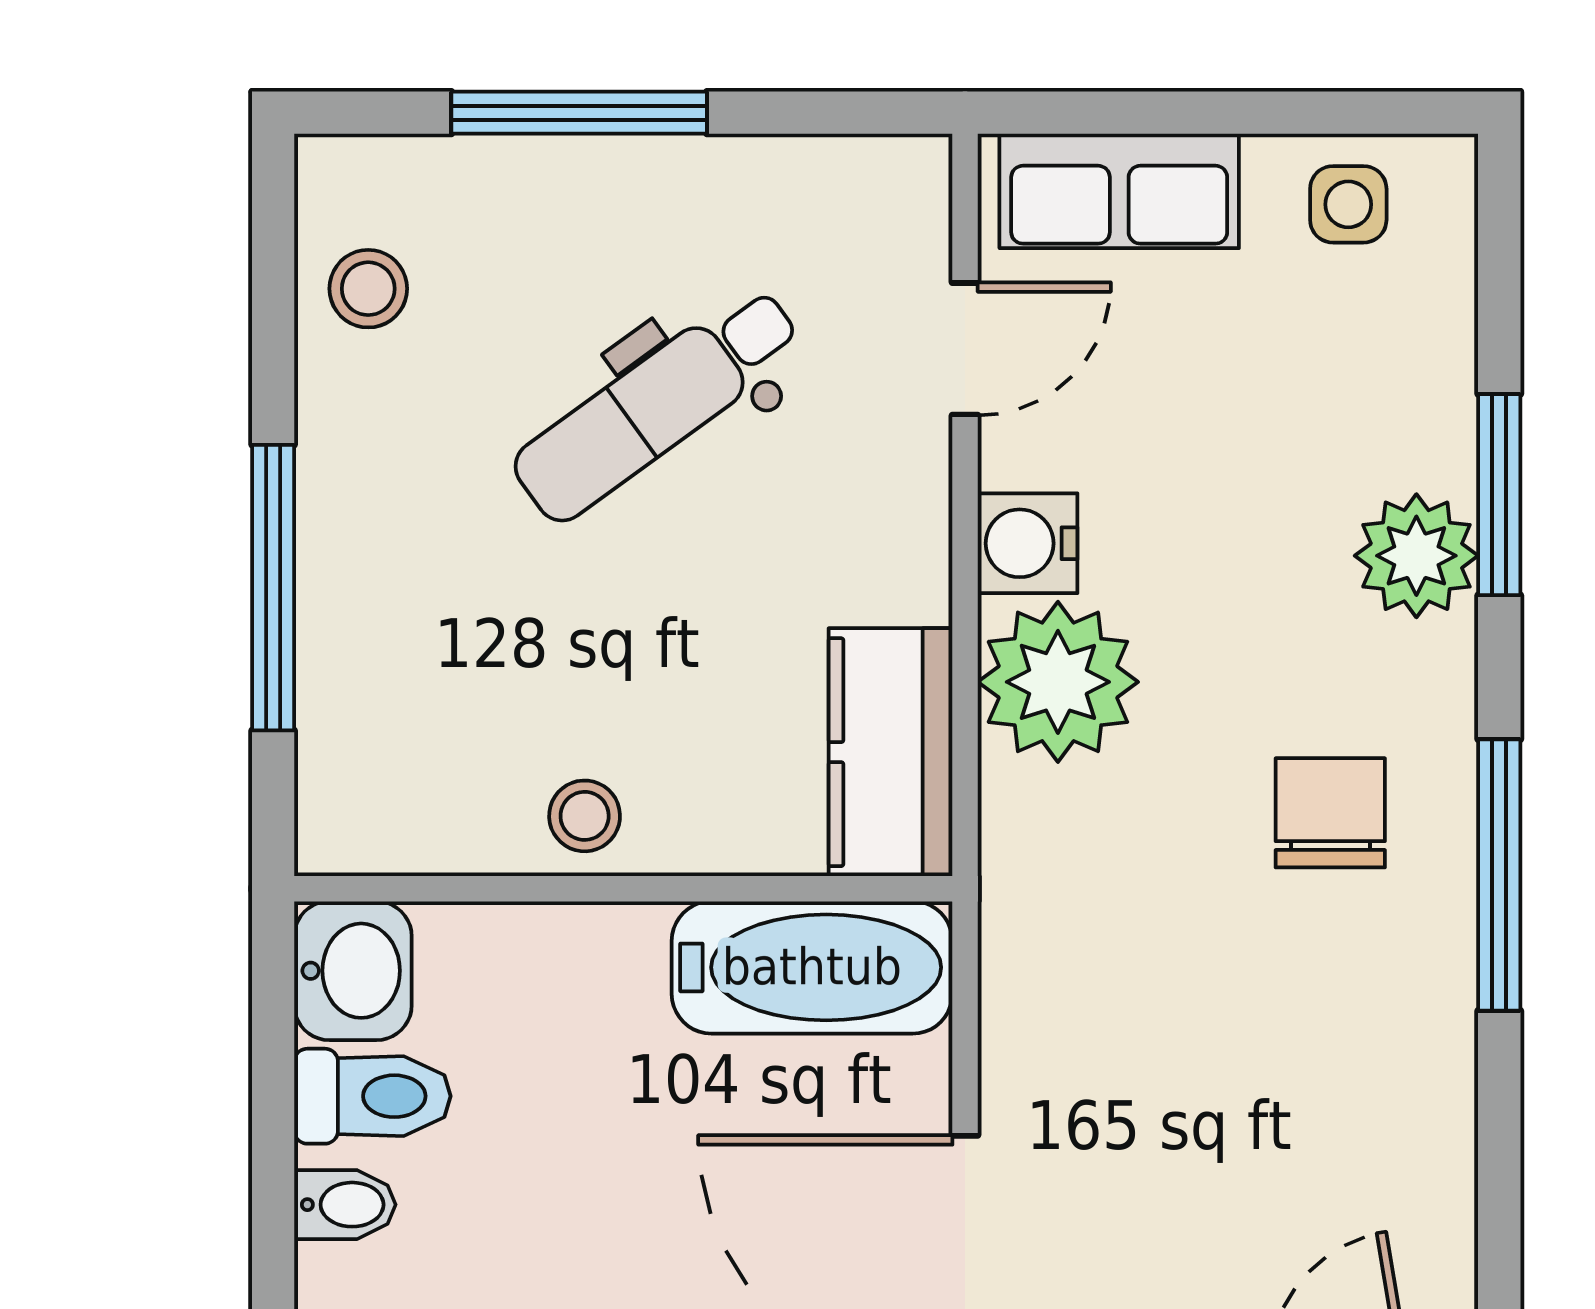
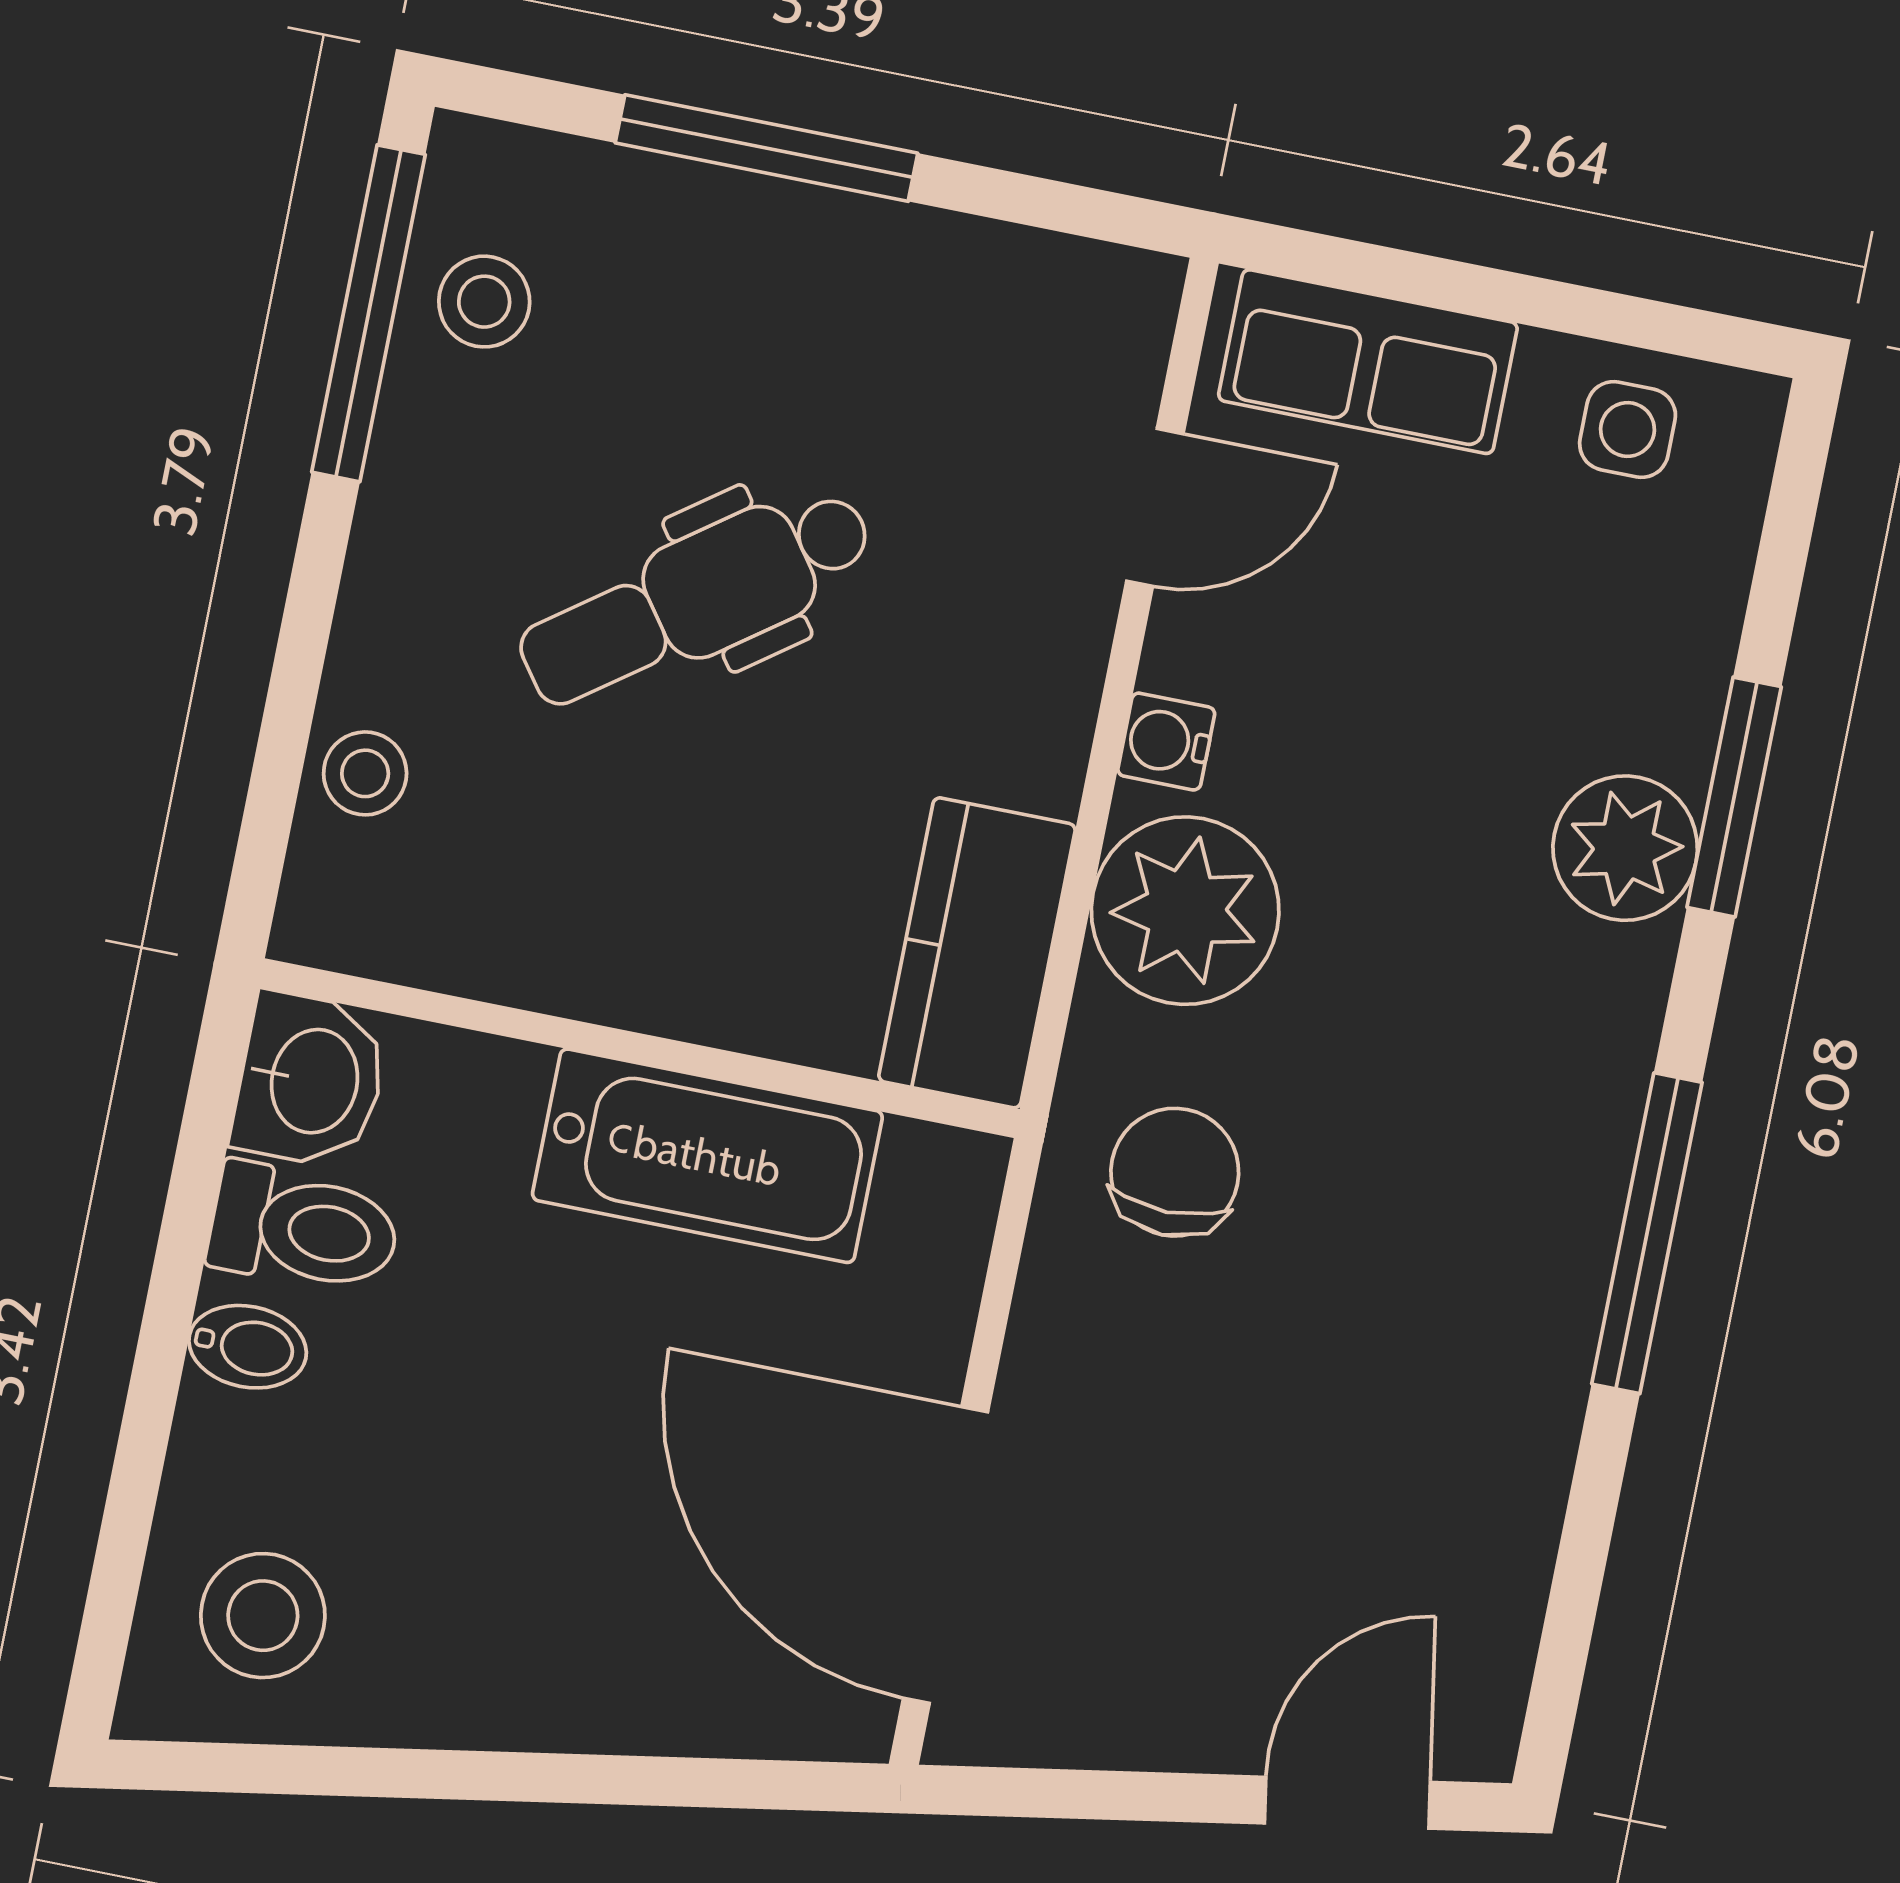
dental chair: (657, 404) -> (696, 597), moved
water cooler: (1028, 543) -> (1166, 742), width x0.72, depth x0.72
window: (273, 588) -> (369, 313), moved
chair: (1330, 813) -> (1175, 1172), moved
stool: (585, 816) -> (365, 773), moved
bathtub: (812, 967) -> (707, 1156), moved

